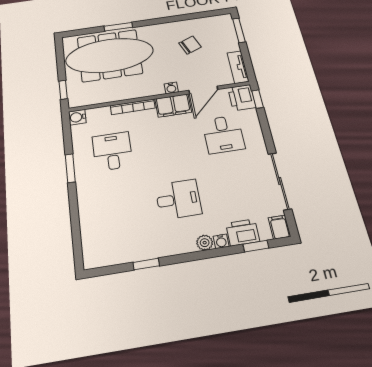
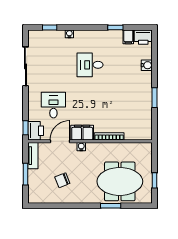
window: (239, 30) -> (25, 174), moved
meeting table: (110, 55) -> (120, 181), width x0.73
window: (63, 90) -> (155, 180), moved
water cooler: (77, 117) -> (147, 65), moved
desk: (112, 151) -> (127, 105), removed
filing cabinet: (279, 227) -> (128, 37), moved
printer: (243, 232) -> (143, 37), moved
plant: (205, 243) -> (79, 35), removed

